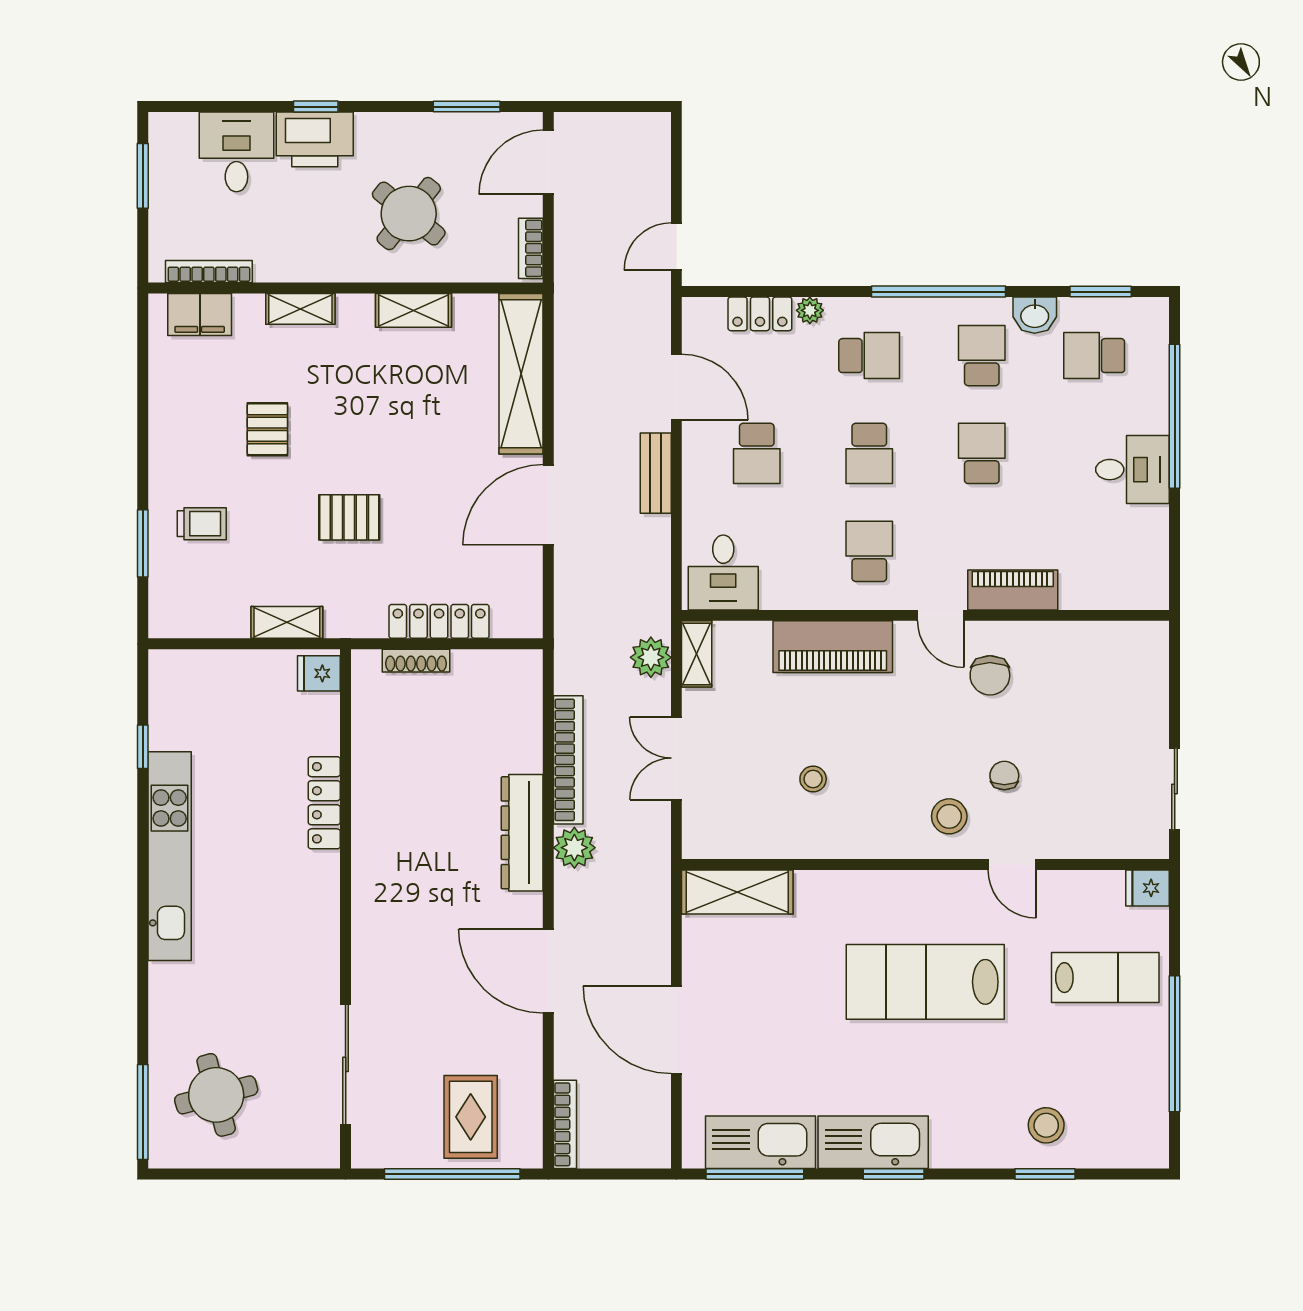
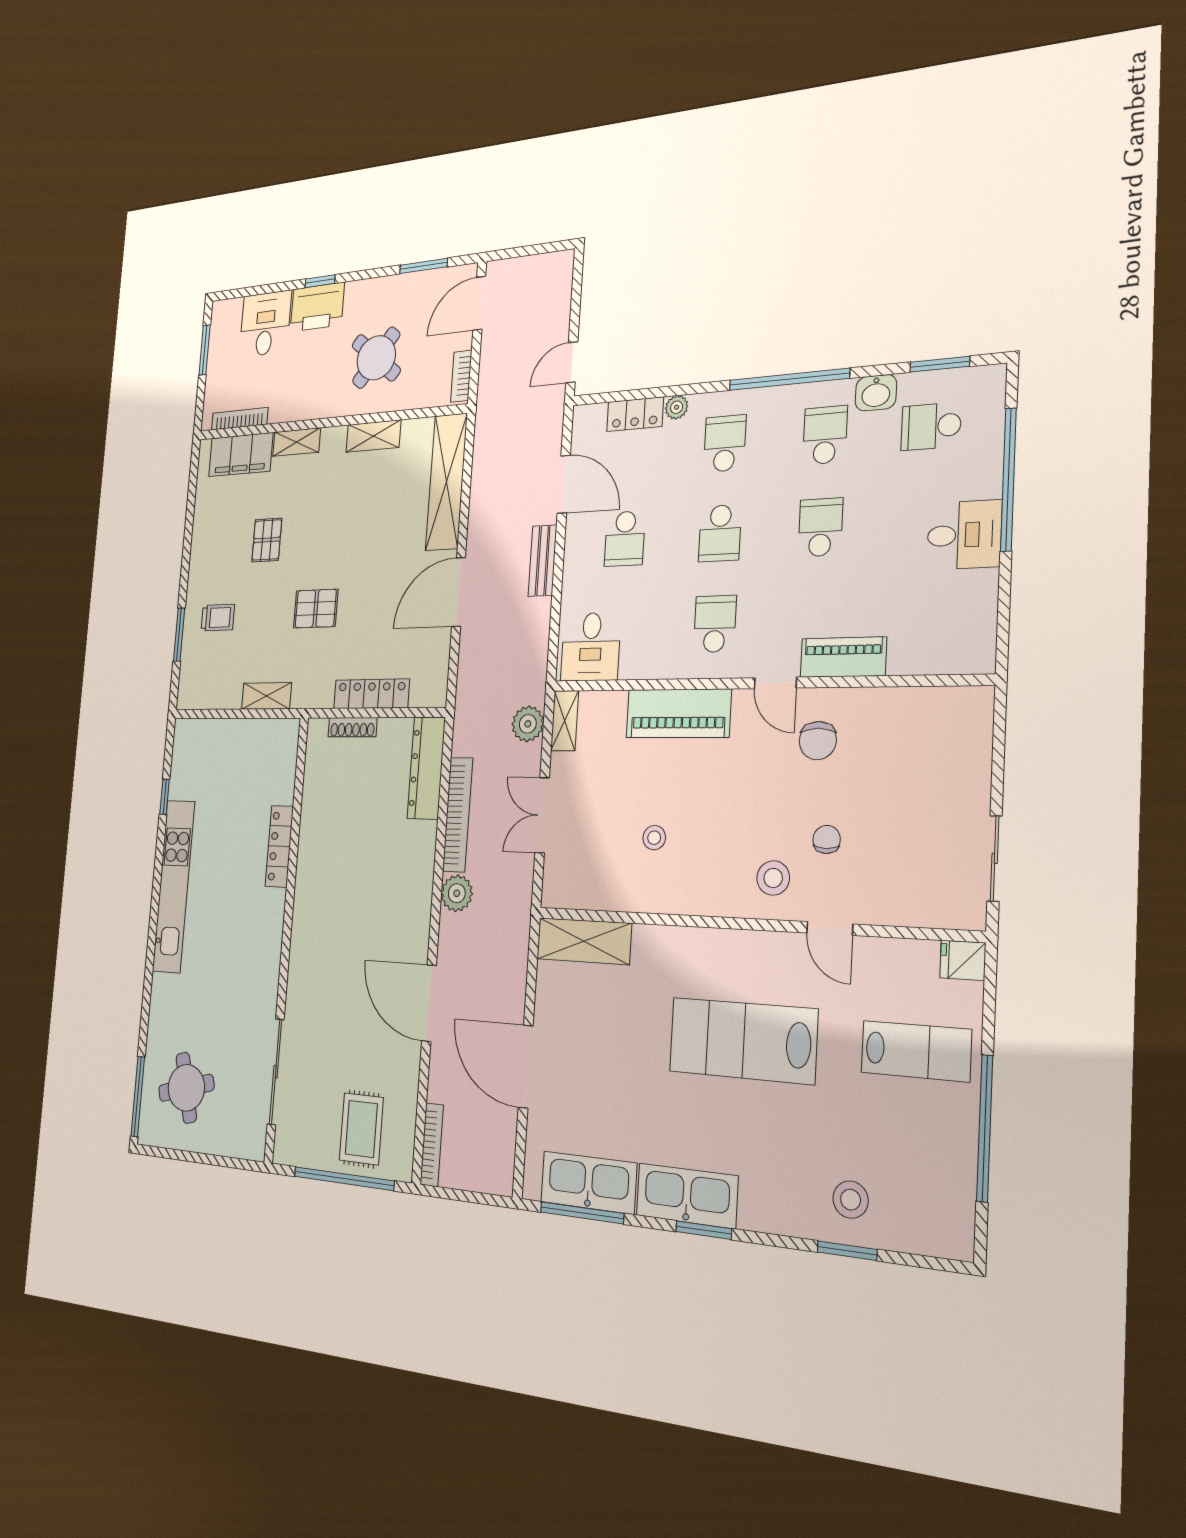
filing cabinet: (200, 315) -> (241, 455), width x1.50, depth x1.17
school desk: (869, 356) -> (725, 443), turned -90
fridge: (319, 673) -> (285, 738), removed
dresser: (522, 833) -> (426, 768), moved

